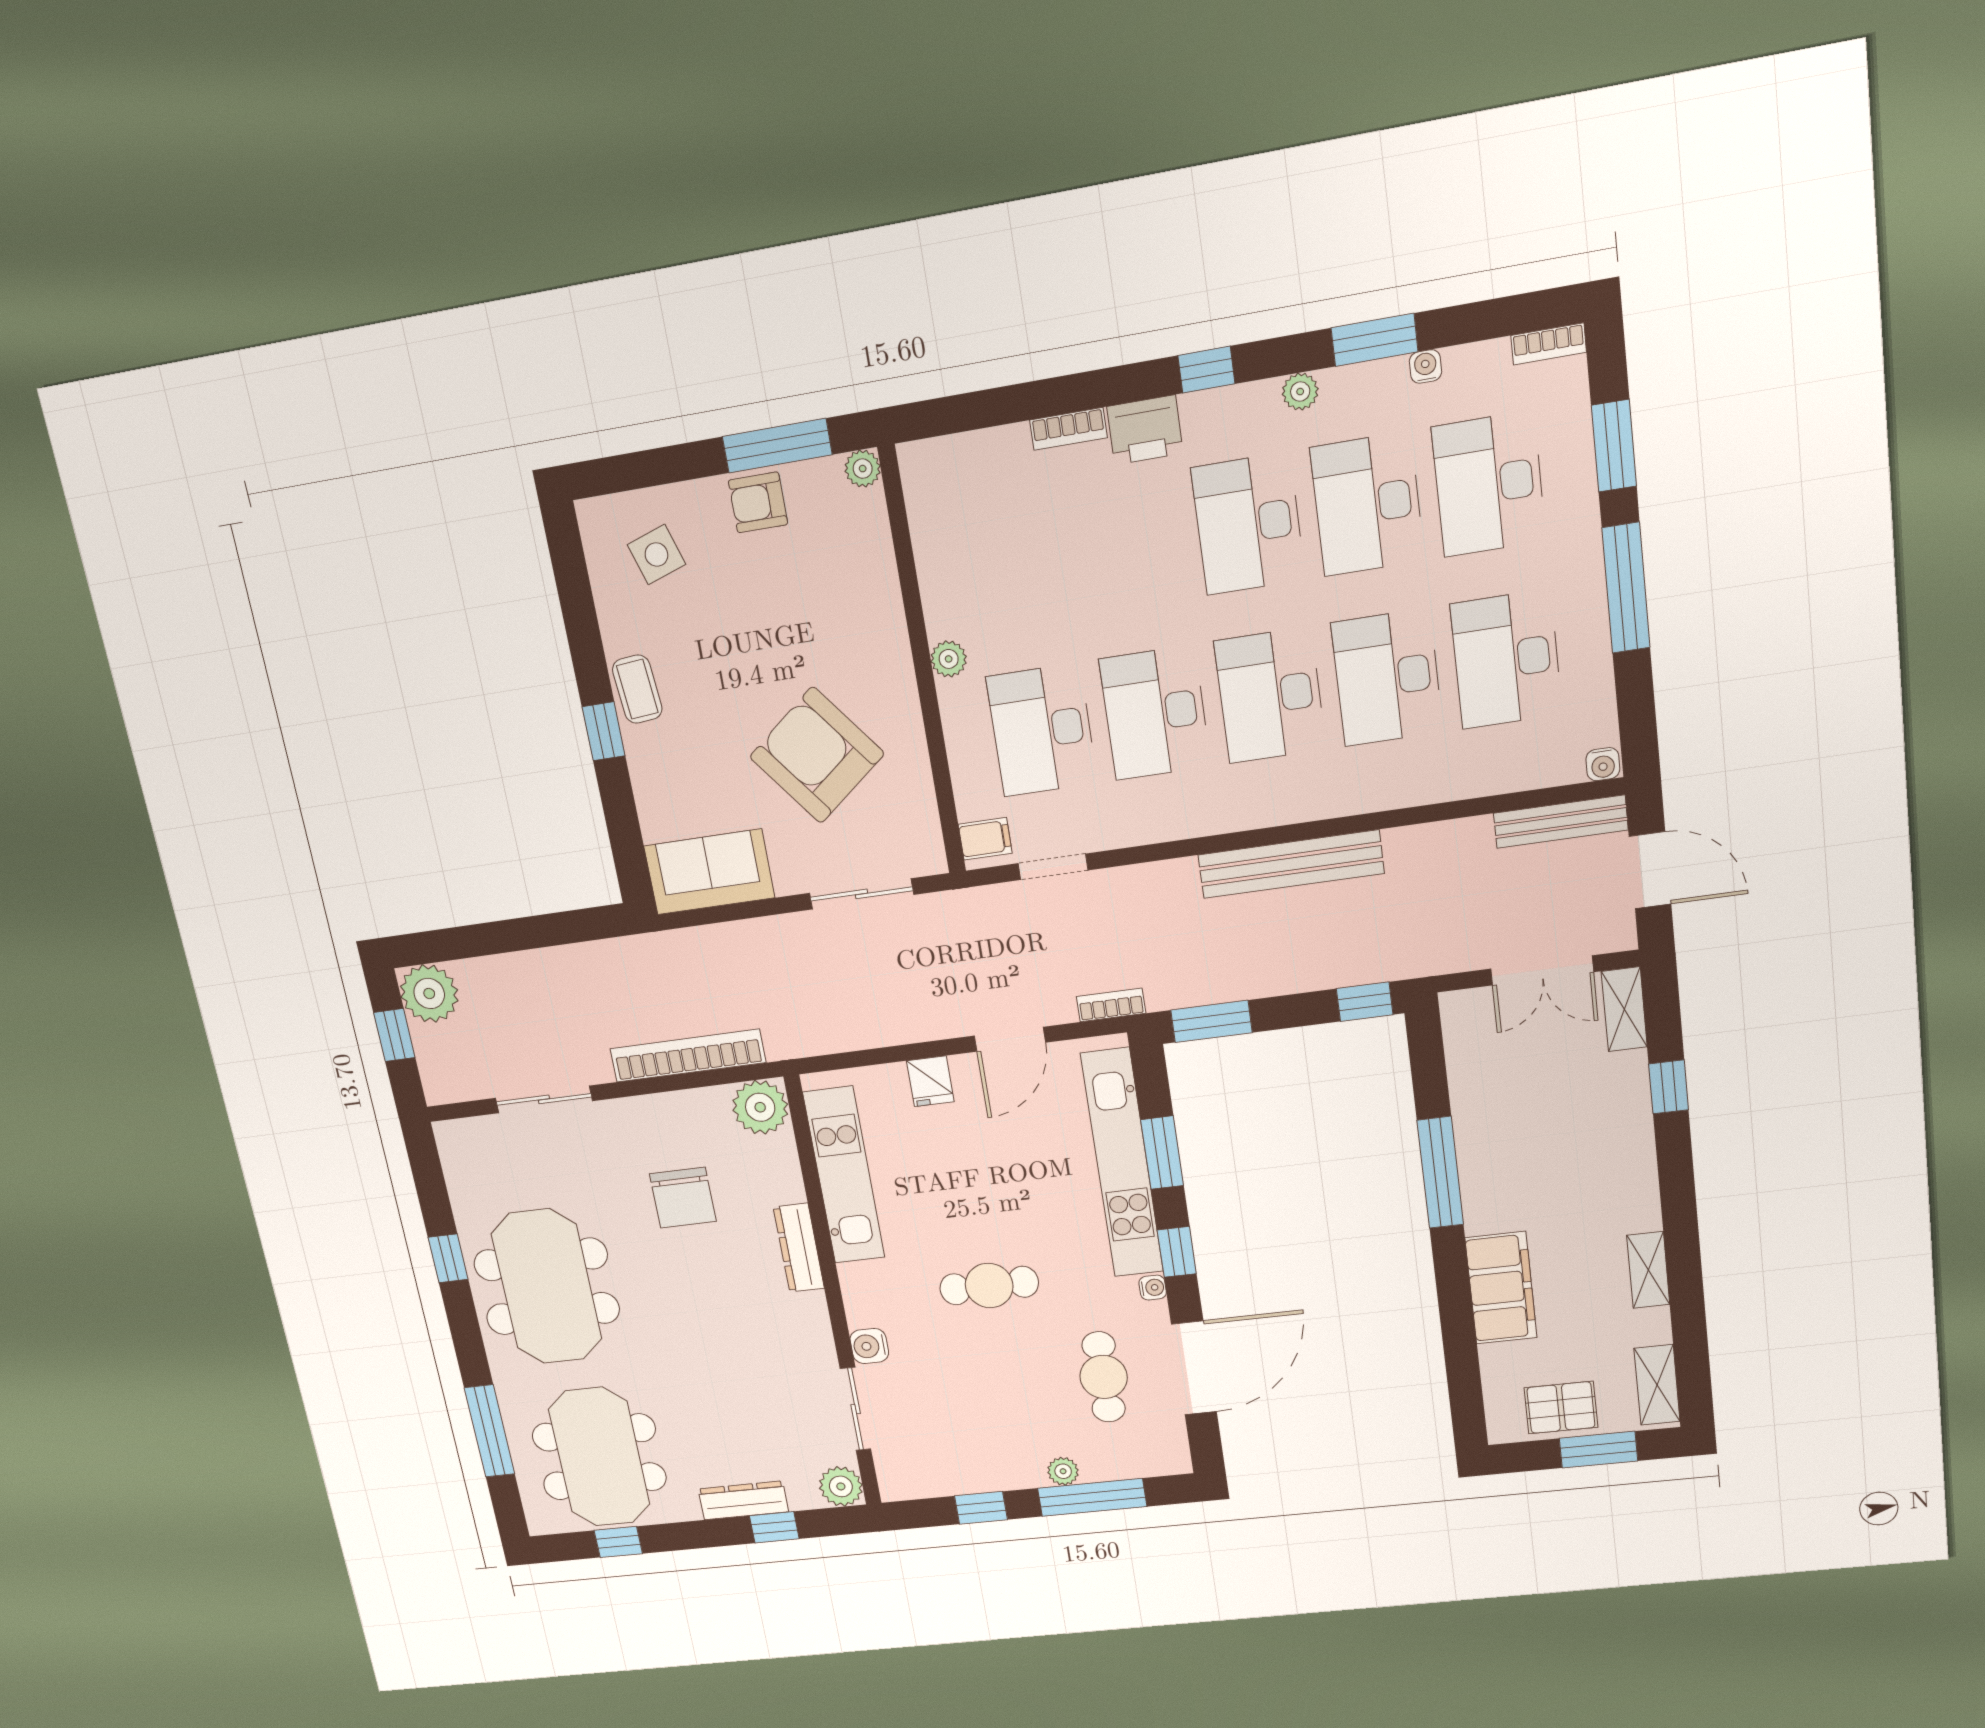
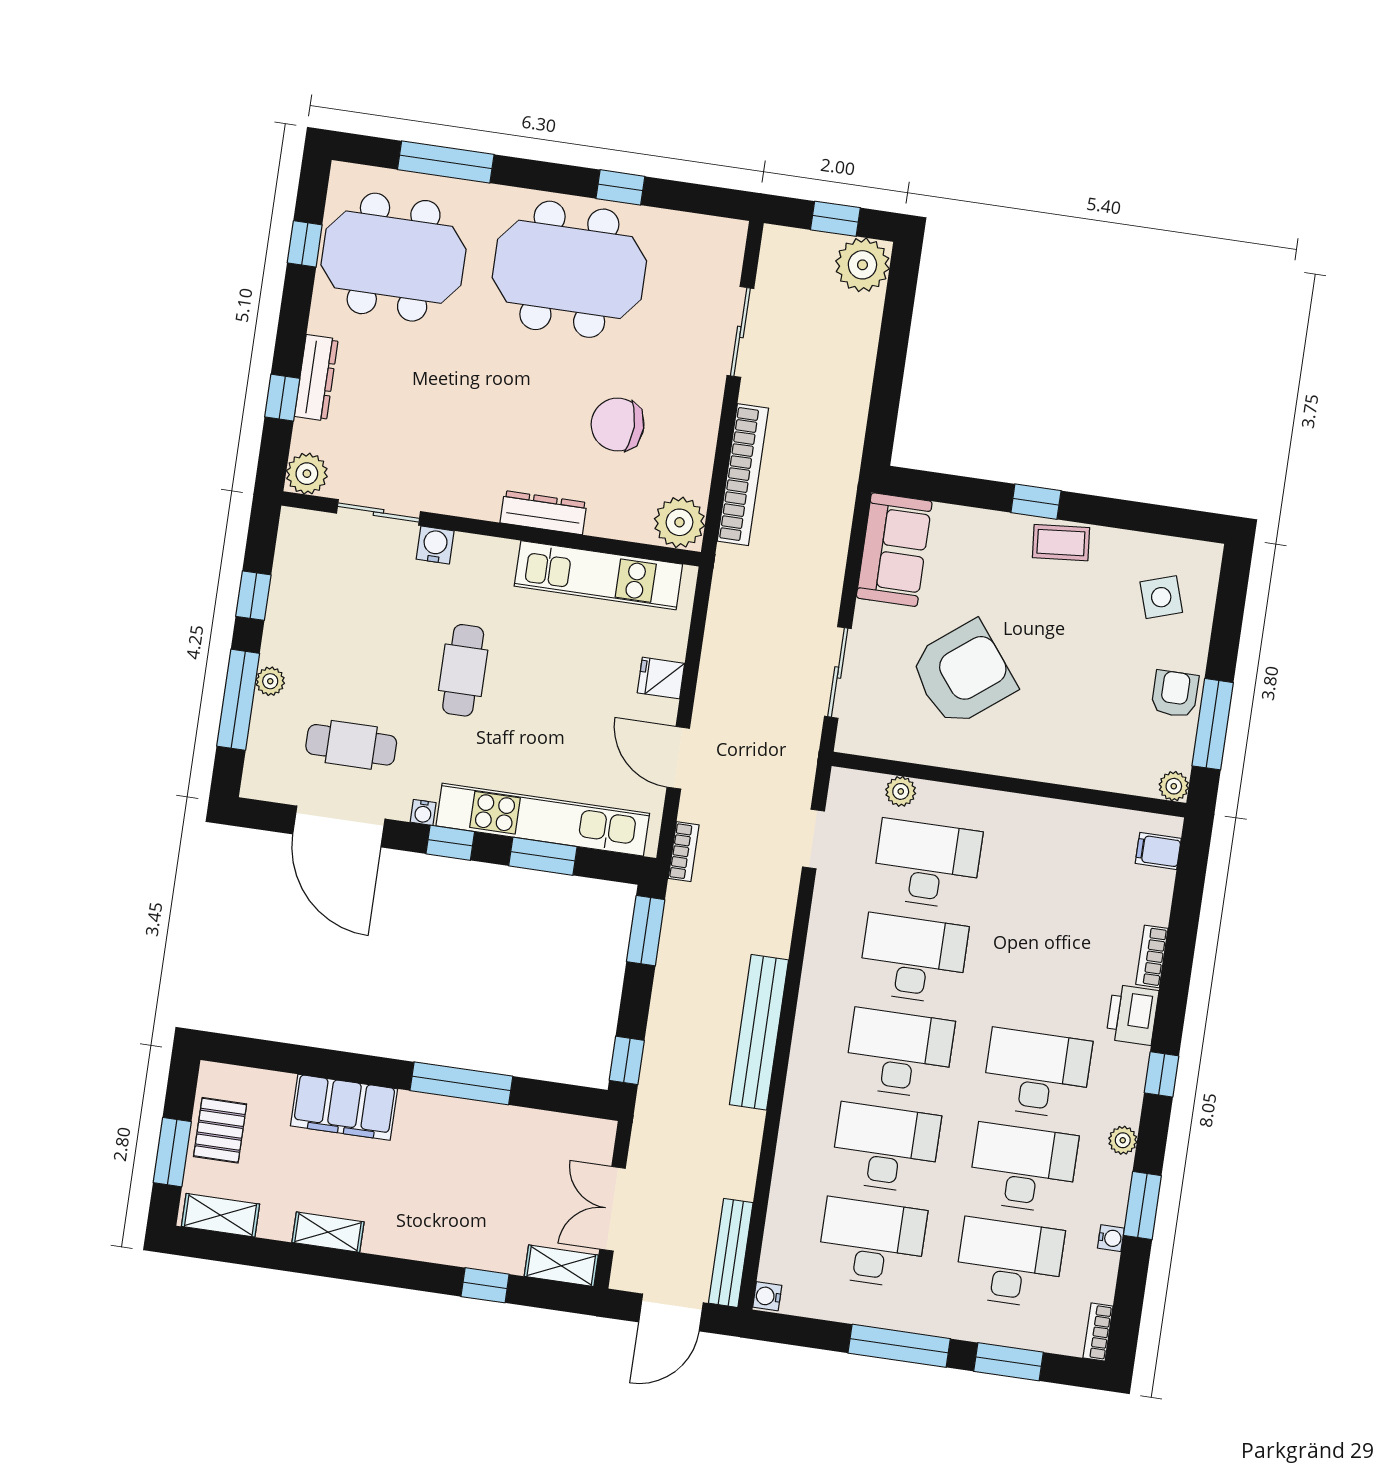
plant: (949, 659) -> (901, 791), moved
filing cabinet: (985, 839) -> (1158, 851), moved, turned 90

